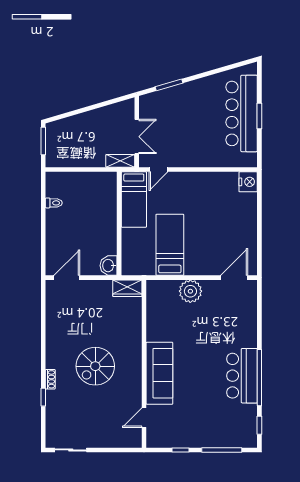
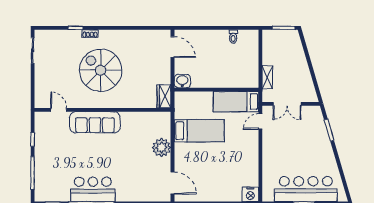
shelving: (120, 161) -> (267, 77), moved
door: (158, 170) -> (260, 122), hinge flipped
spiral stairs: (95, 366) -> (101, 70), width x1.37, depth x1.37

